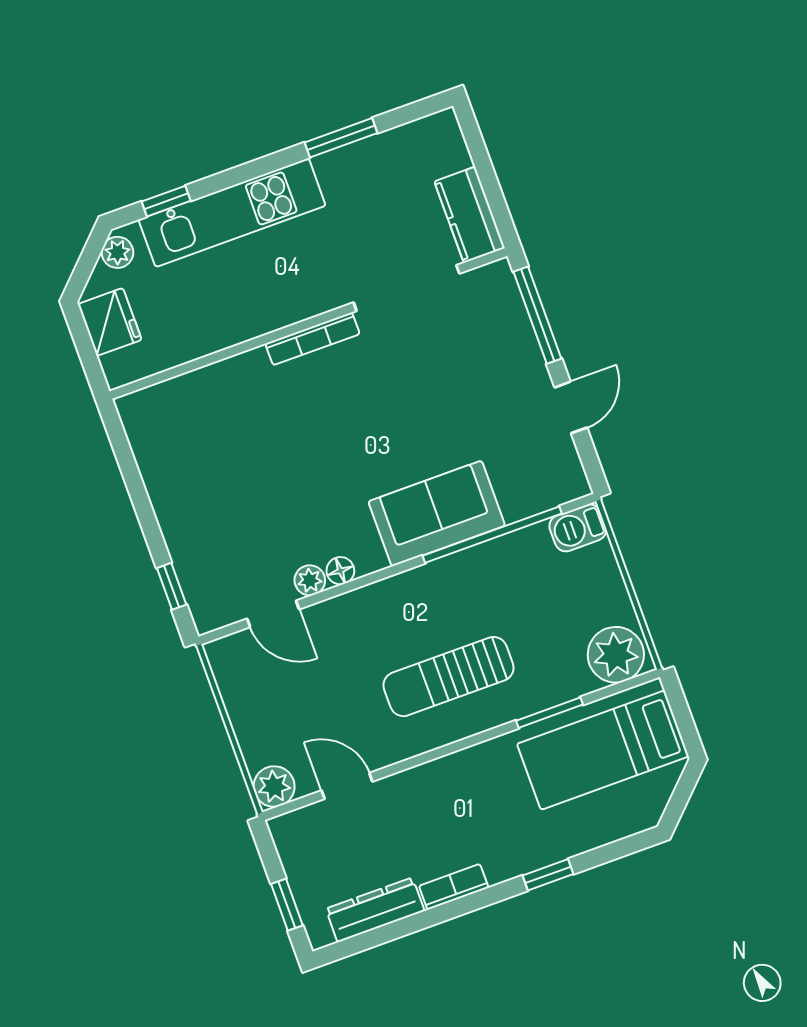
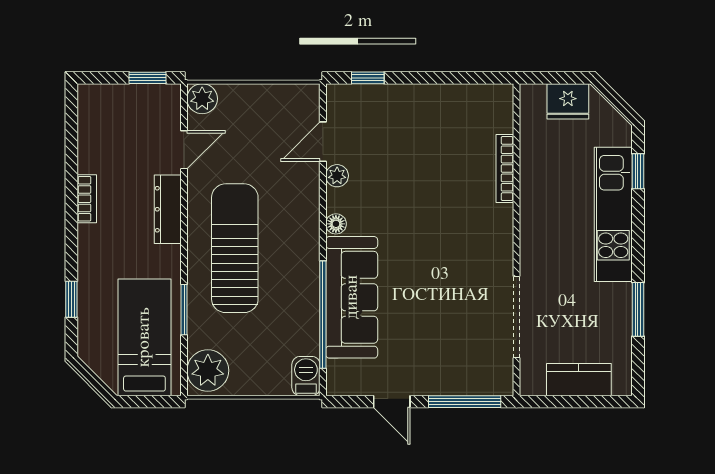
kitchen counter: (470, 215) -> (579, 380), moved
plant: (117, 252) -> (615, 124), removed
bookcase: (312, 339) -> (505, 168), moved
sofa: (437, 513) -> (352, 297), width x1.36
floor lamp: (340, 571) -> (336, 224), moved
sun lounger: (448, 677) -> (235, 248), width x1.36, depth x1.34
window: (548, 875) -> (71, 299), moved
window: (287, 905) -> (147, 78), moved
dresser: (375, 910) -> (168, 209), moved, turned 180

